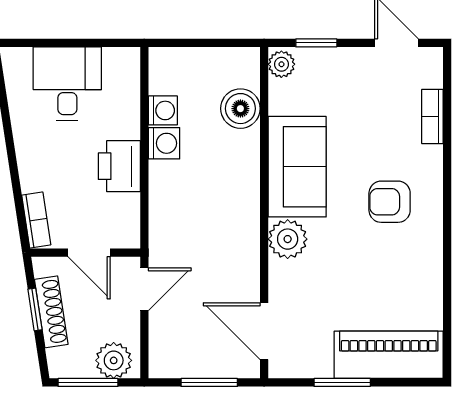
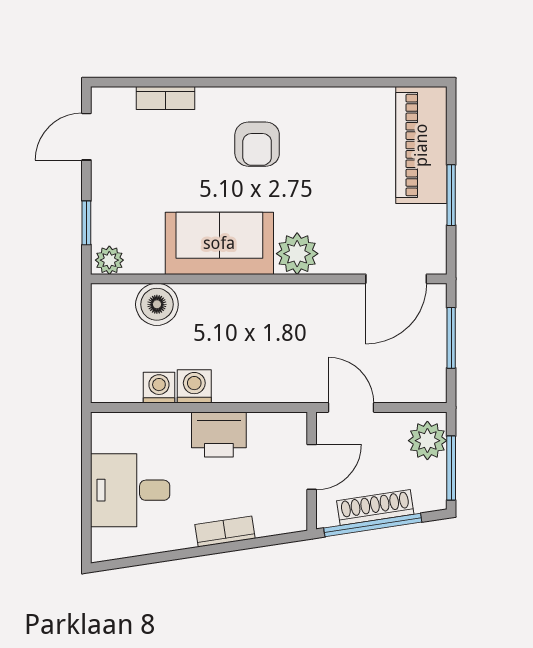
bookcase: (36, 220) -> (225, 531), moved
window: (35, 309) -> (373, 525), width x2.17

